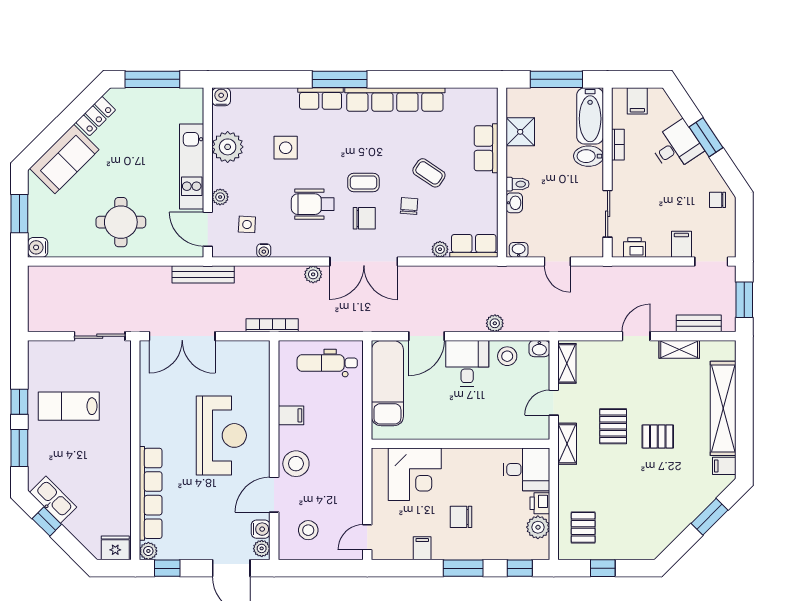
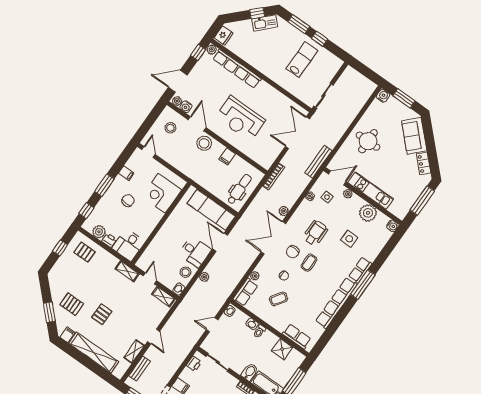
row of seats: (486, 148) -> (297, 336), moved
coffee table: (429, 173) -> (279, 299), moved
pallet: (613, 426) -> (72, 304), moved

